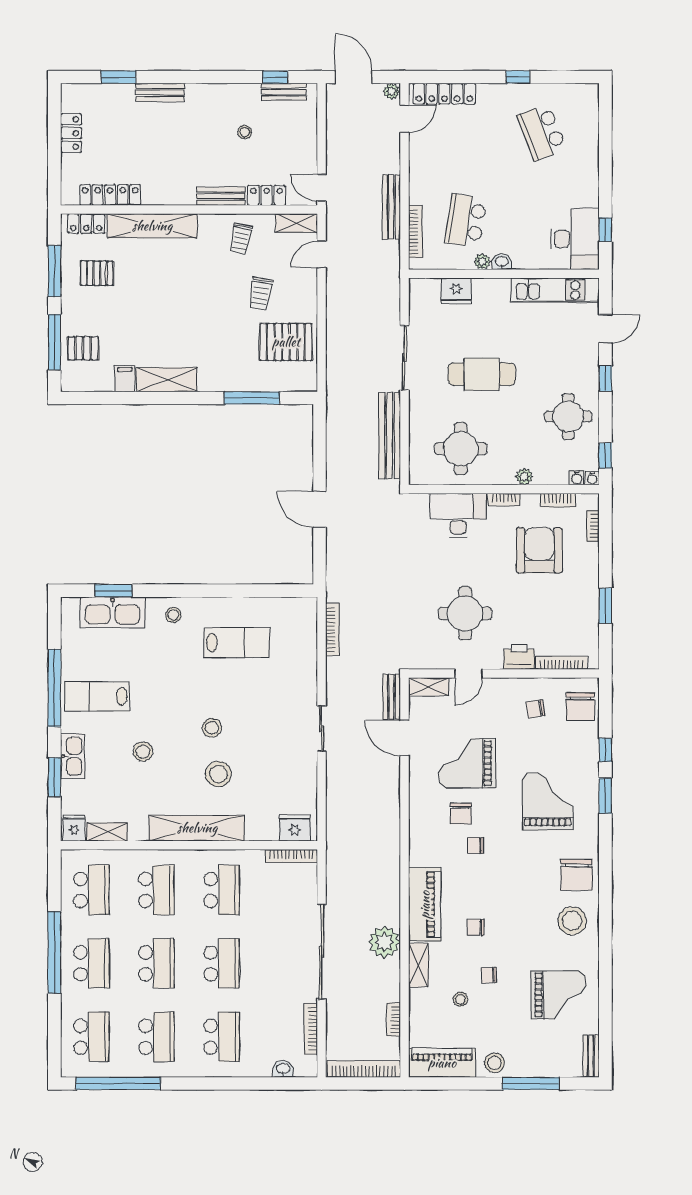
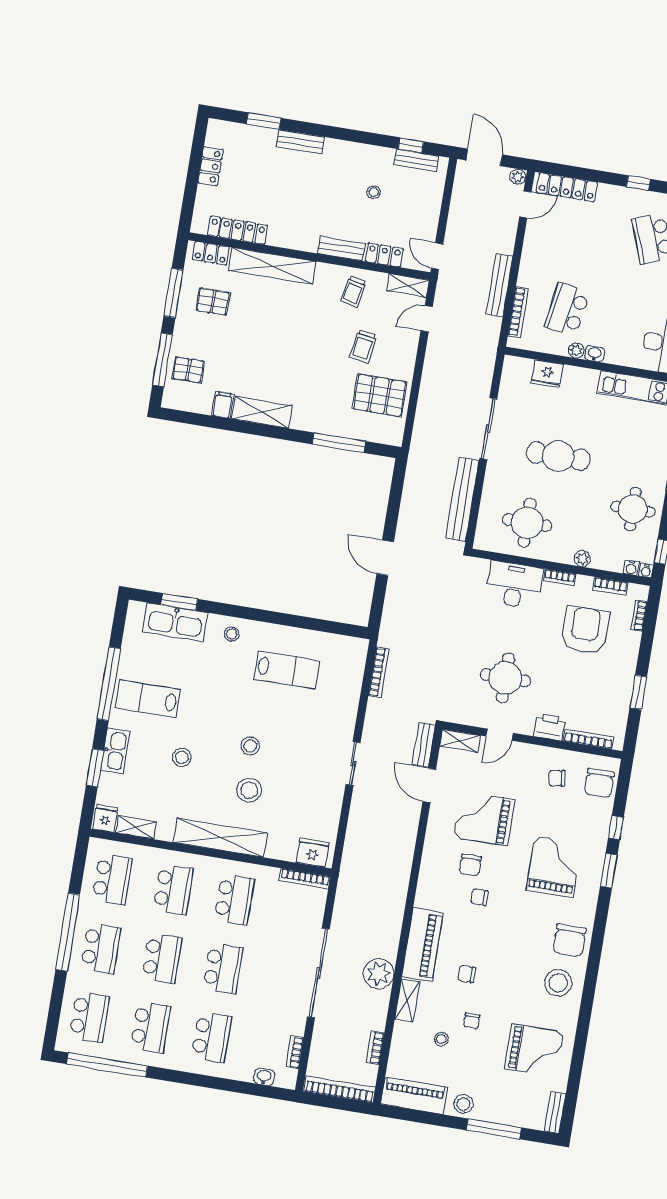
chair: (489, 975) -> (472, 1021), turned -88
bookcase: (311, 1029) -> (295, 1052), width x0.64

